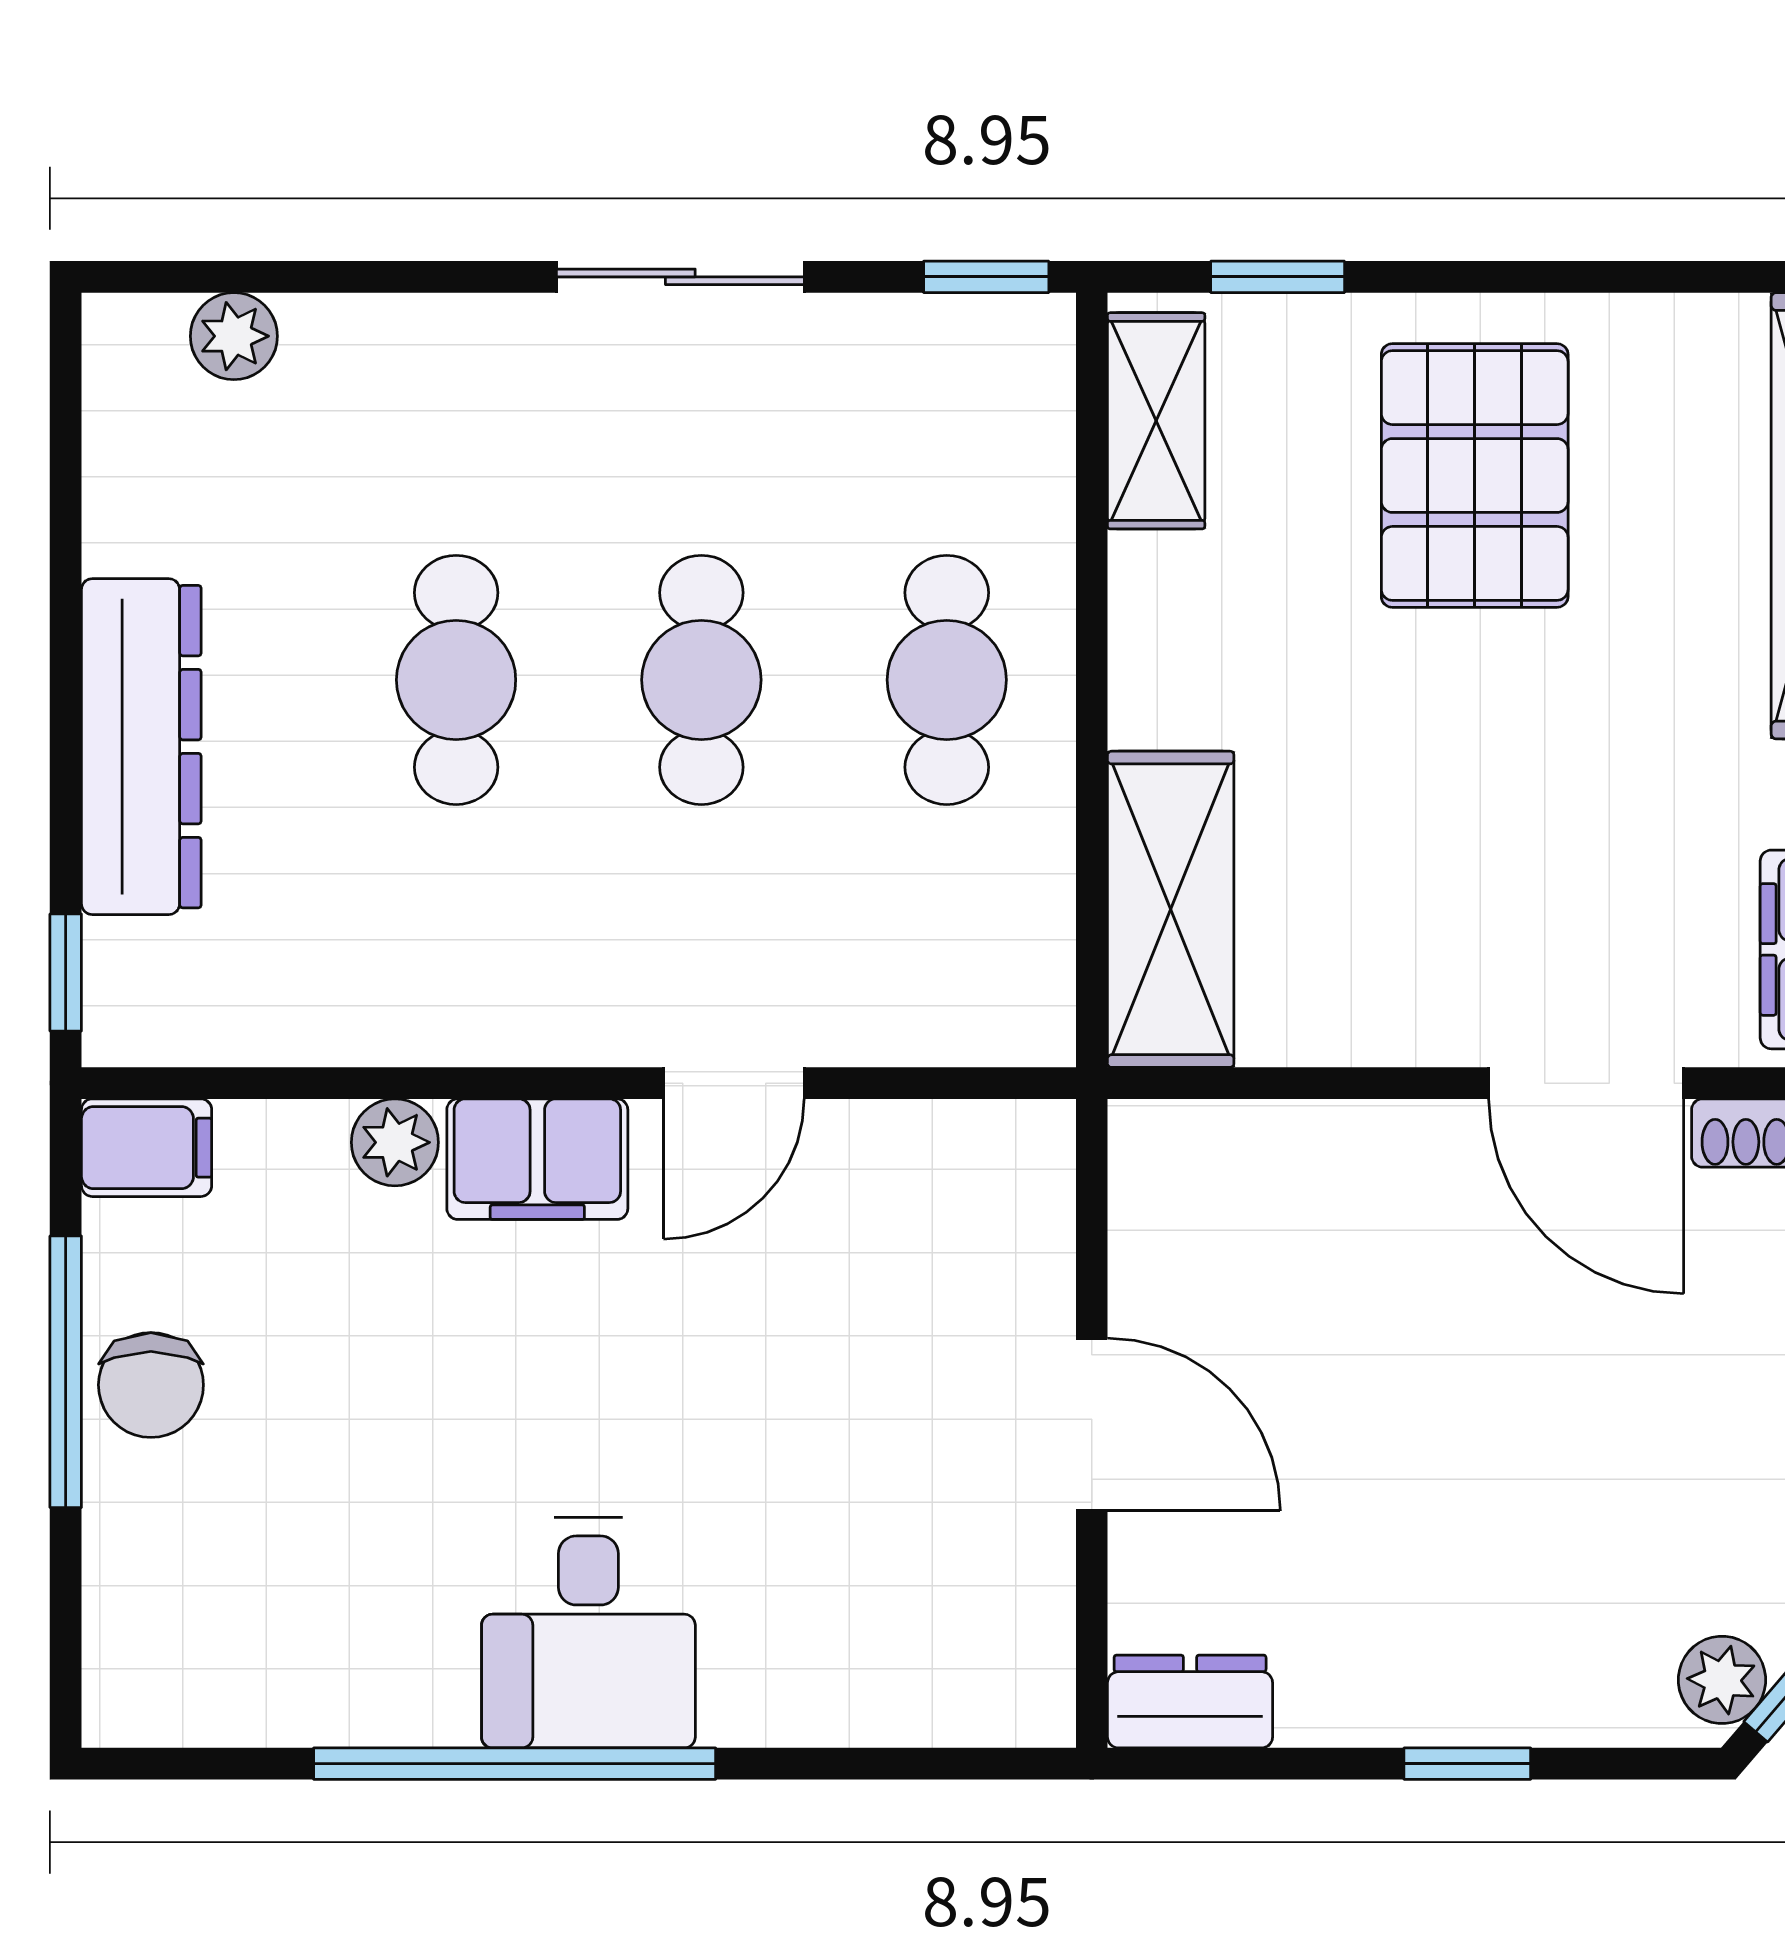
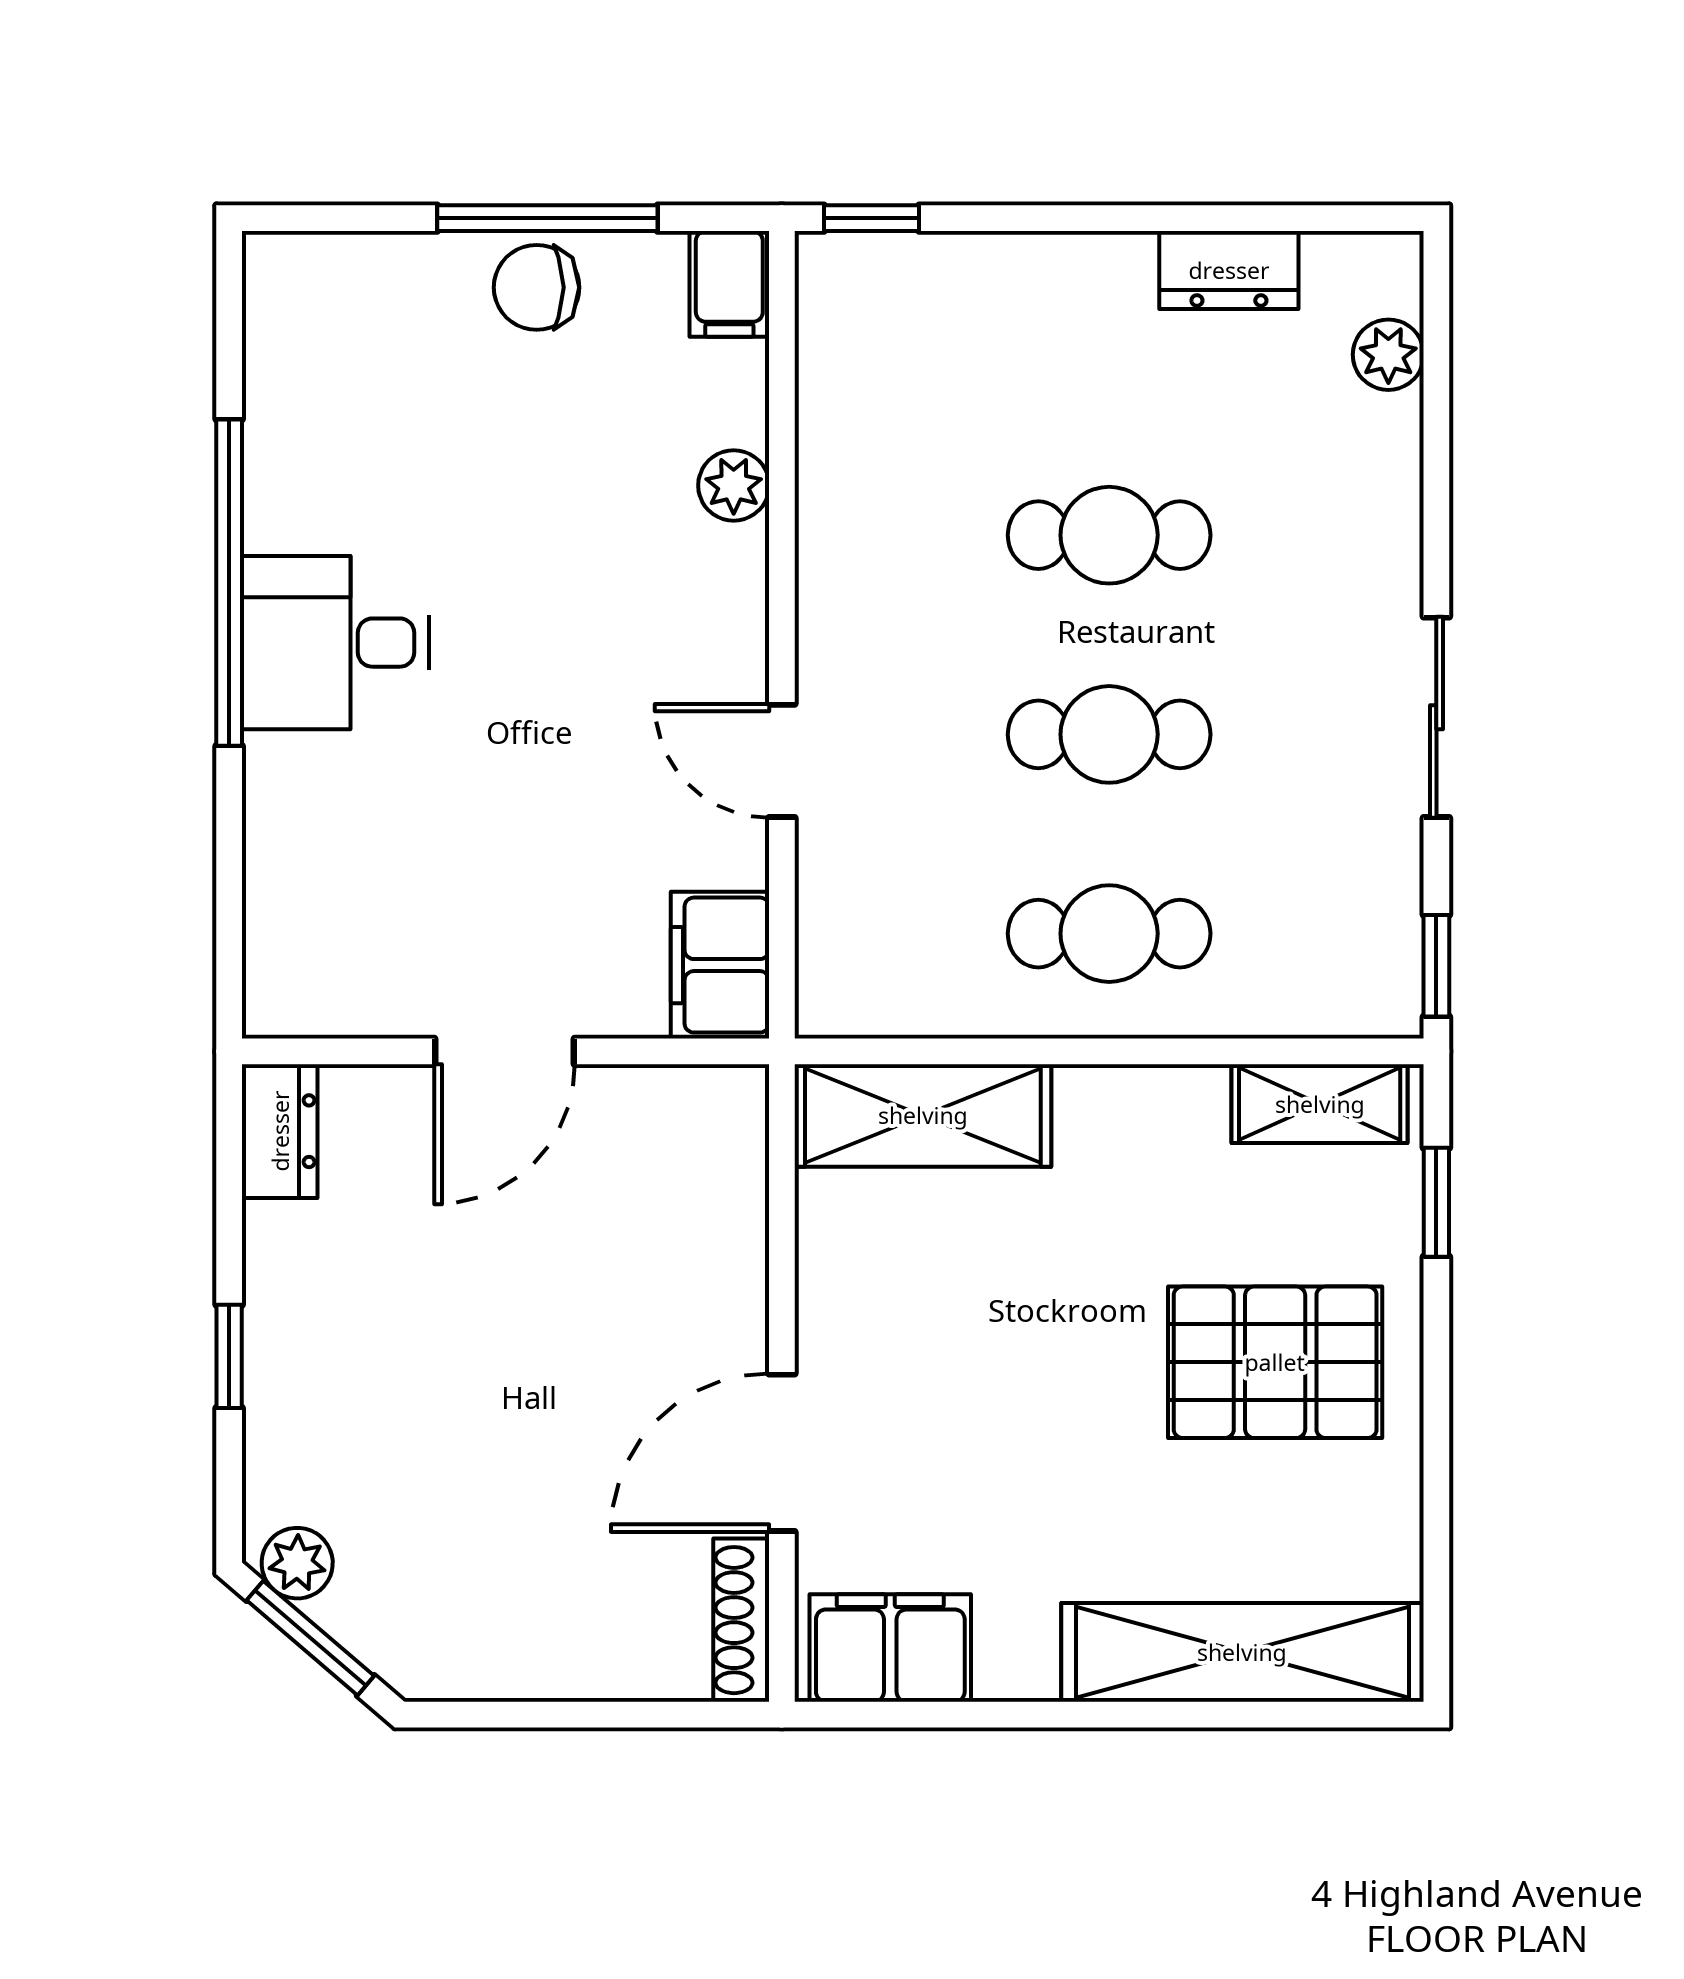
dresser: (141, 747) -> (1229, 270), moved, width x0.51, depth x0.80
filing cabinet: (537, 1159) -> (720, 965), moved

